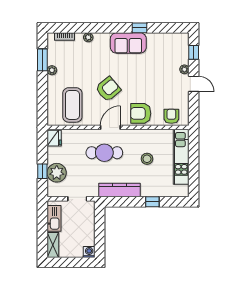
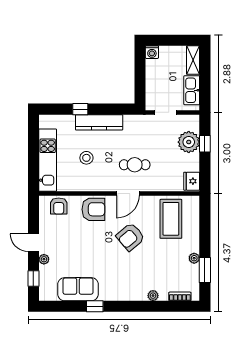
sofa: (128, 43) -> (78, 289), moved
cafe table: (104, 153) -> (135, 165), width x0.73, depth x0.74
kitchen counter: (119, 190) -> (99, 122), moved

